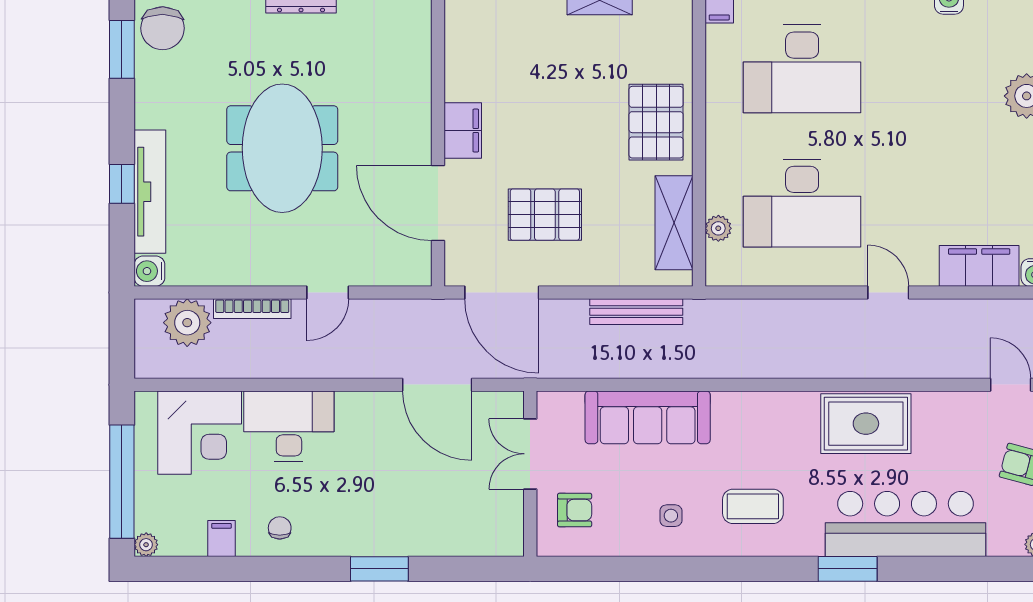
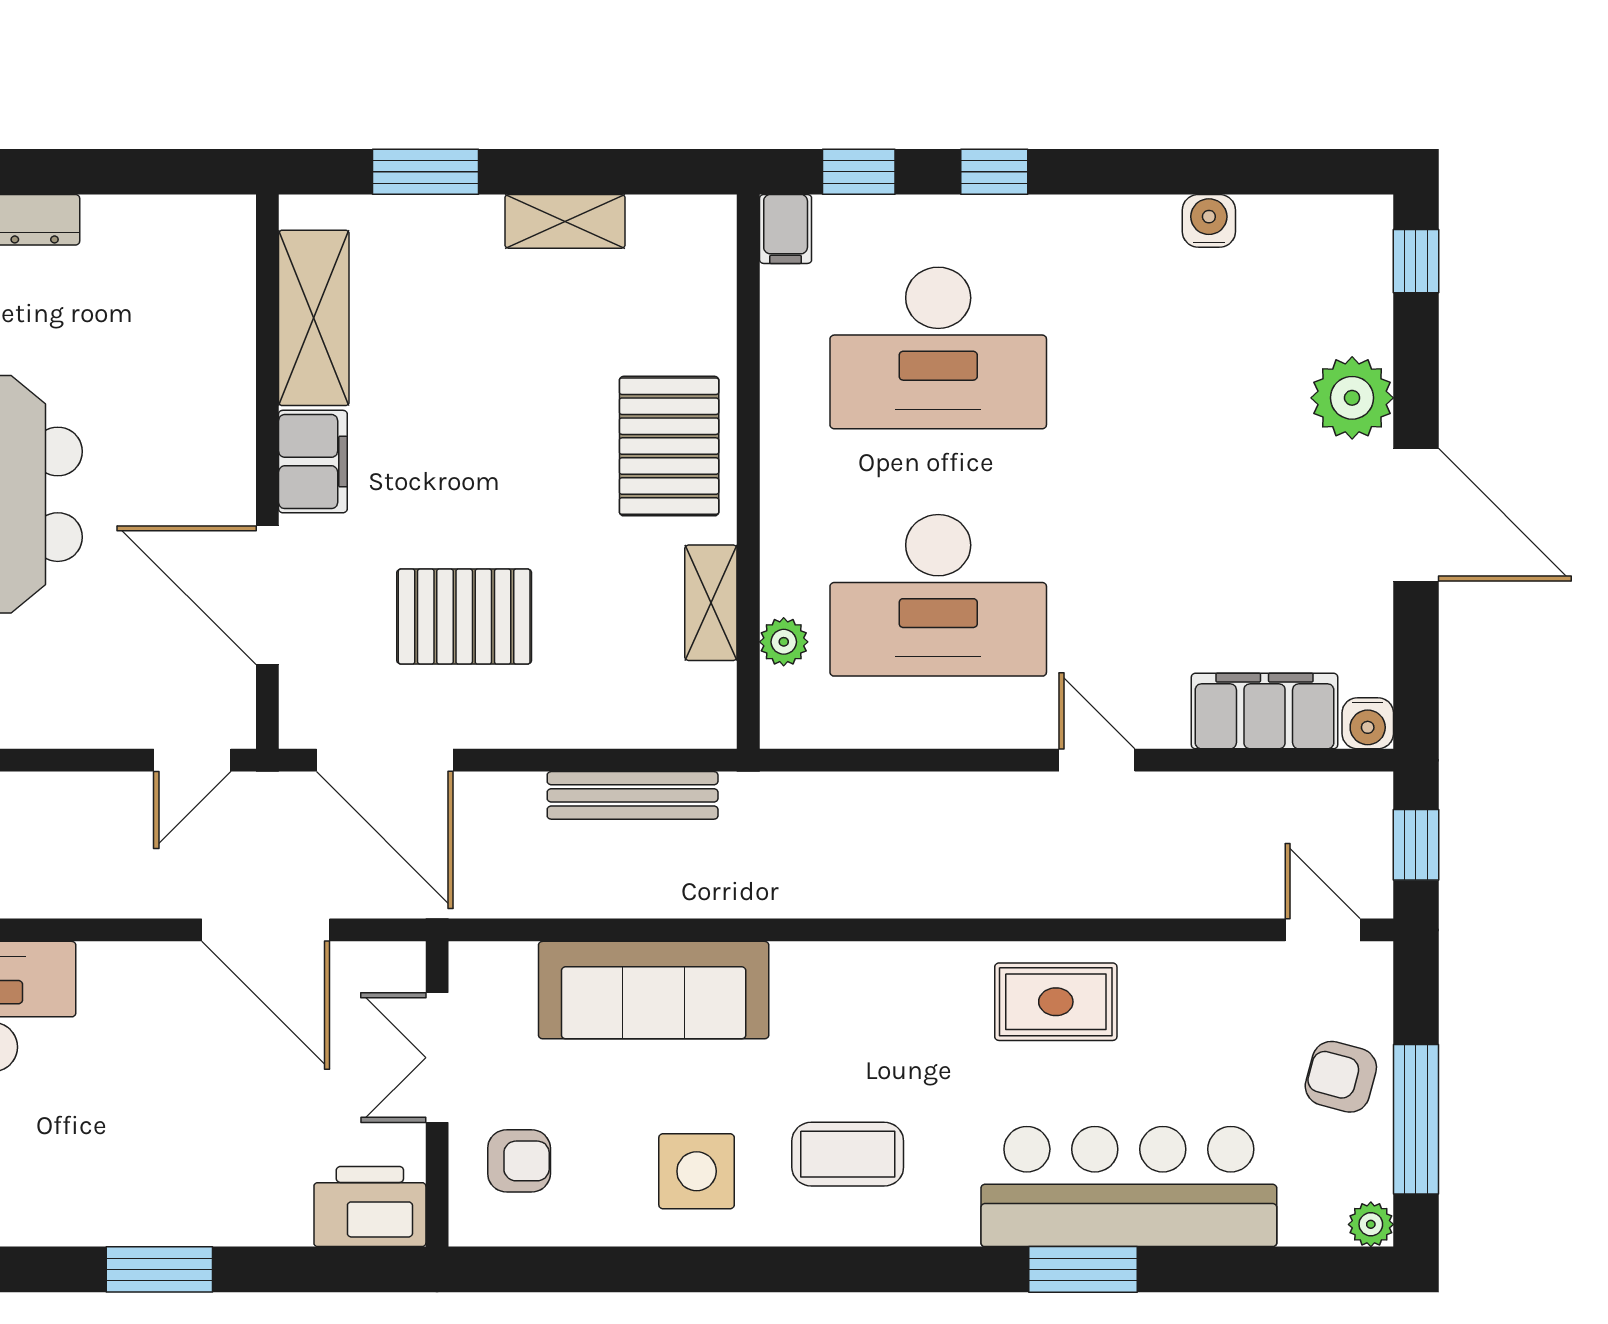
shelving: (463, 53) -> (314, 318), added
shelving: (674, 223) -> (711, 603), width x0.67, depth x0.75
door: (328, 293) -> (192, 760), moved
rug: (866, 424) -> (1056, 1002), width x0.73, depth x0.70
side table: (671, 516) -> (697, 1171), width x1.87, depth x1.87
printer: (494, 535) -> (370, 1207), added
window: (848, 569) -> (1083, 1269), moved

